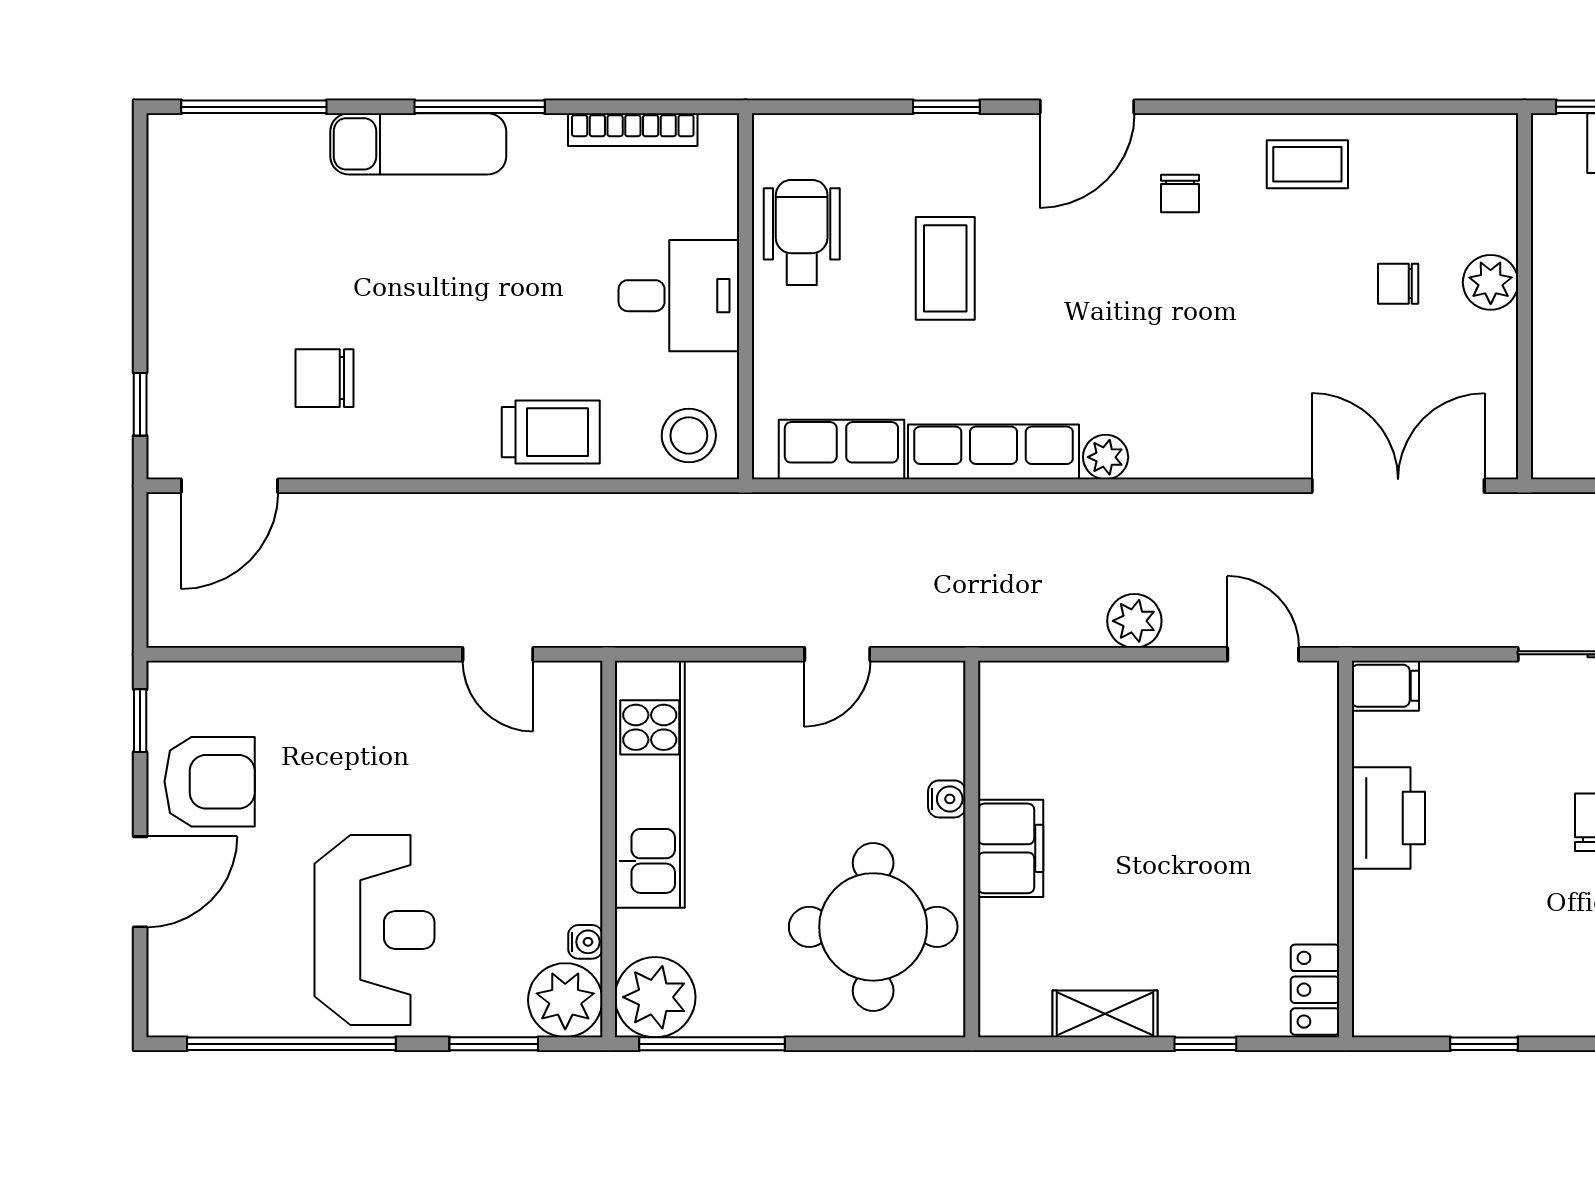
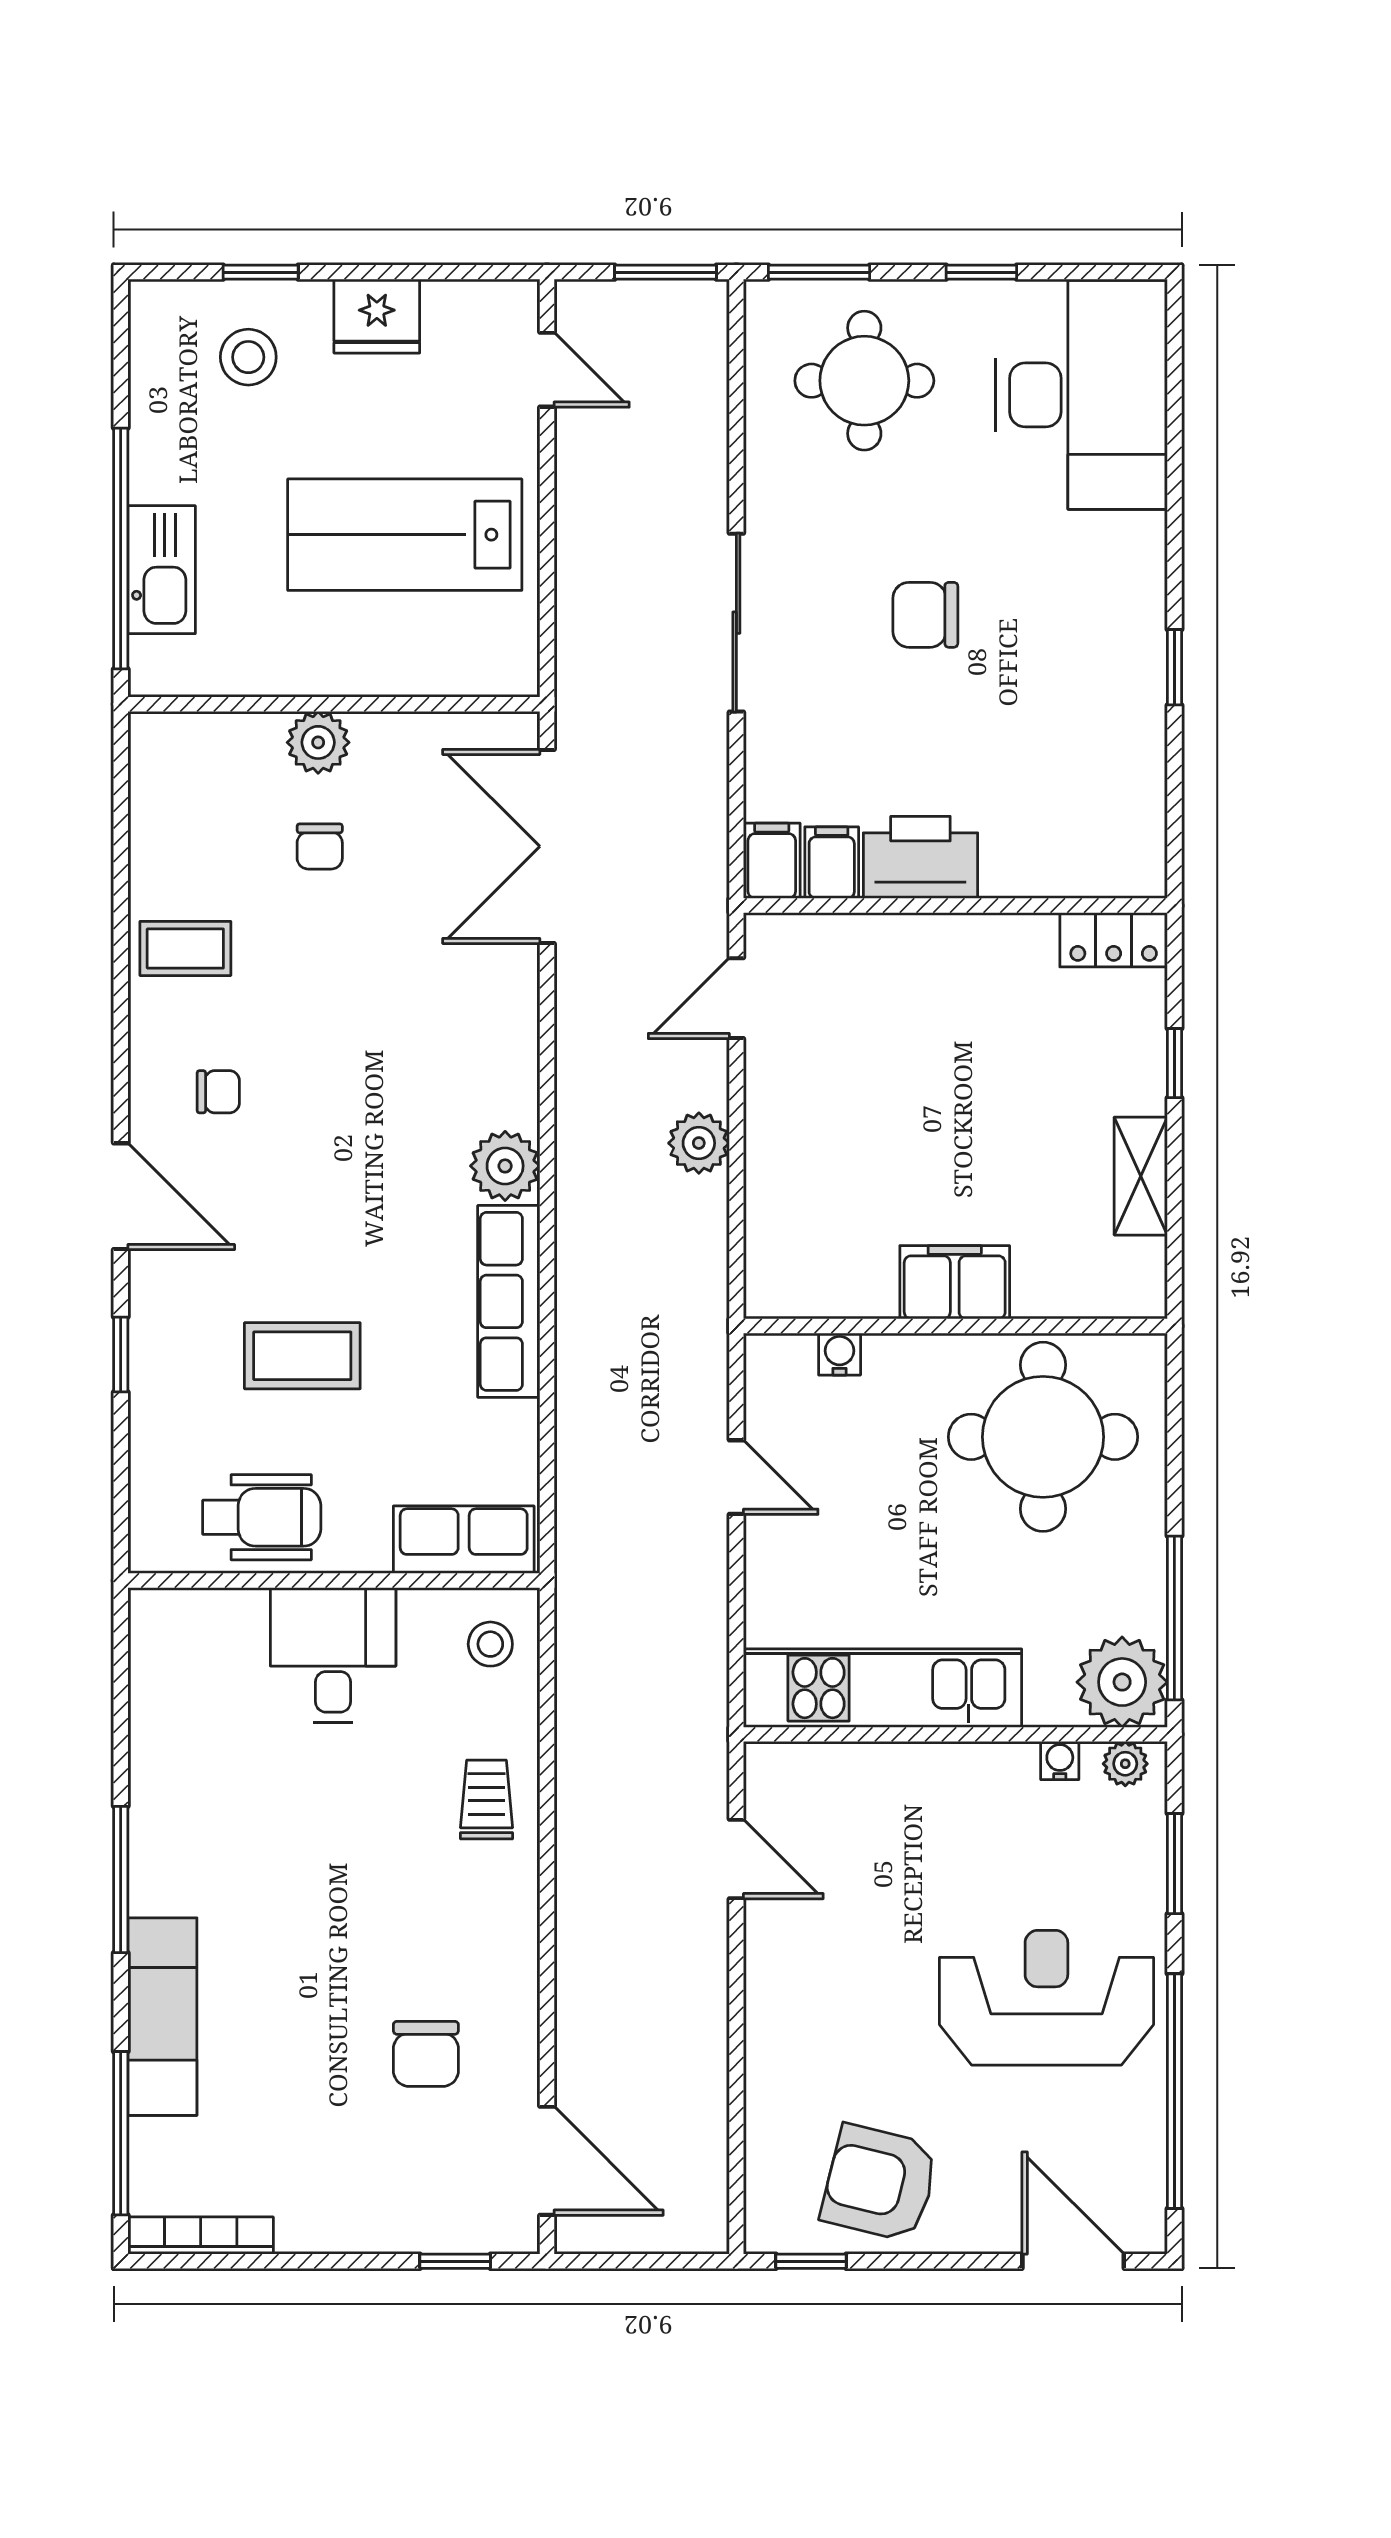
bookcase: (633, 130) -> (201, 2236), moved, turned -90
exam couch: (418, 144) -> (162, 2017), moved
coffee table: (1307, 164) -> (185, 948), turned 90
wheelchair: (802, 232) -> (262, 1517), turned 180
trolley: (551, 432) -> (486, 1799), width x0.73, depth x0.72
stool: (689, 436) -> (490, 1644), width x0.73, depth x0.73
row of seats: (841, 450) -> (464, 1540), moved, turned 90
plant: (1106, 457) -> (505, 1166), width x1.38, depth x1.38
door: (498, 654) -> (736, 1859), hinge flipped
filing cabinet: (1384, 739) -> (832, 863), added
armchair: (210, 782) -> (880, 2183), turned -76
water cooler: (947, 799) -> (840, 1354), moved
door: (140, 882) -> (1073, 2261), moved
plant: (565, 1000) -> (1125, 1764), width x0.53, depth x0.53
window: (1484, 1044) -> (1174, 667), moved

